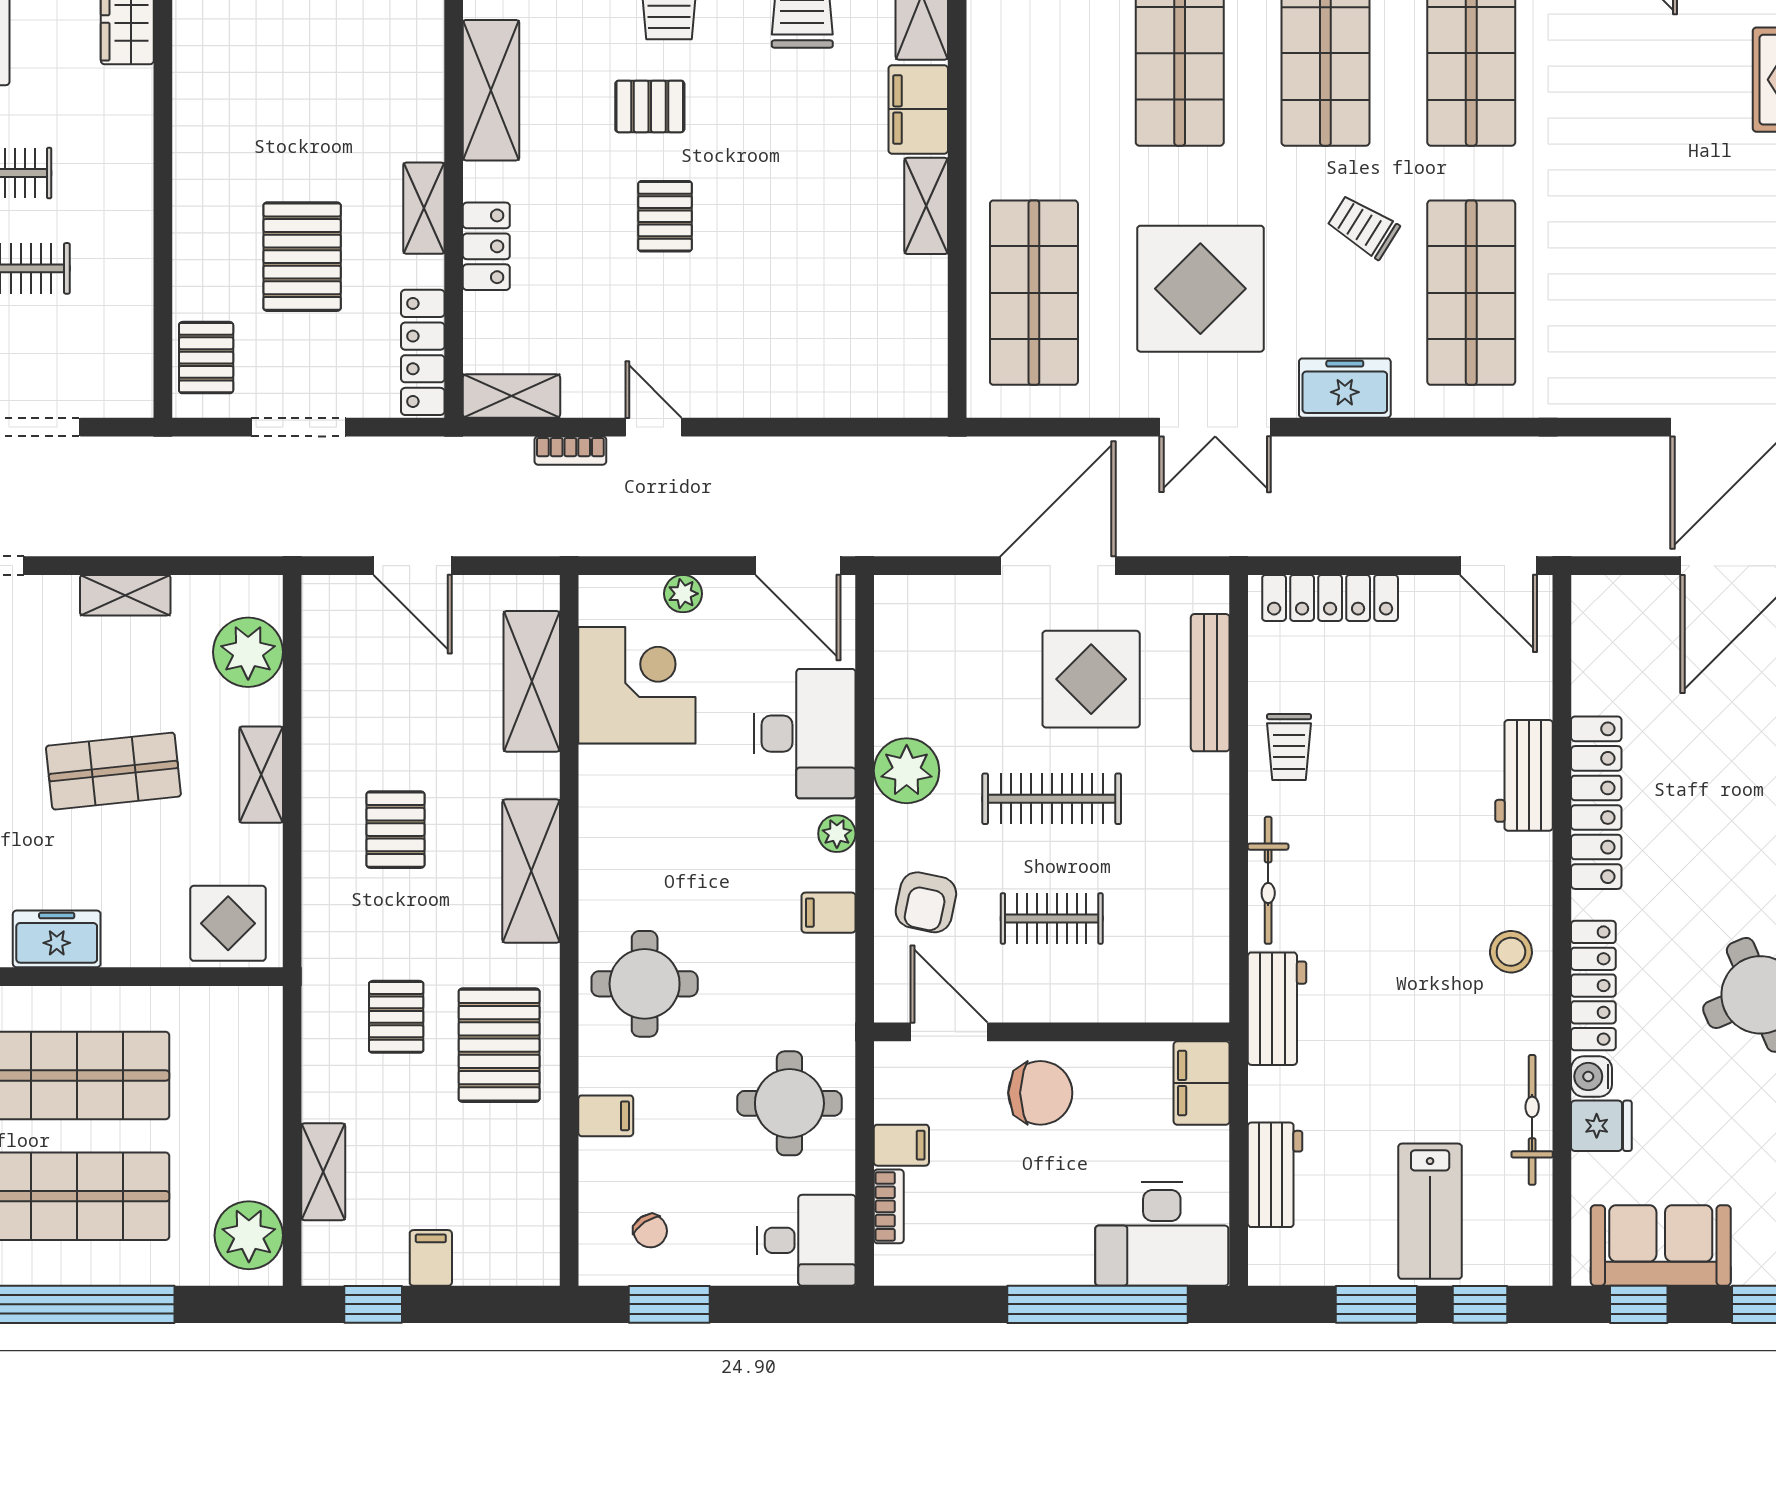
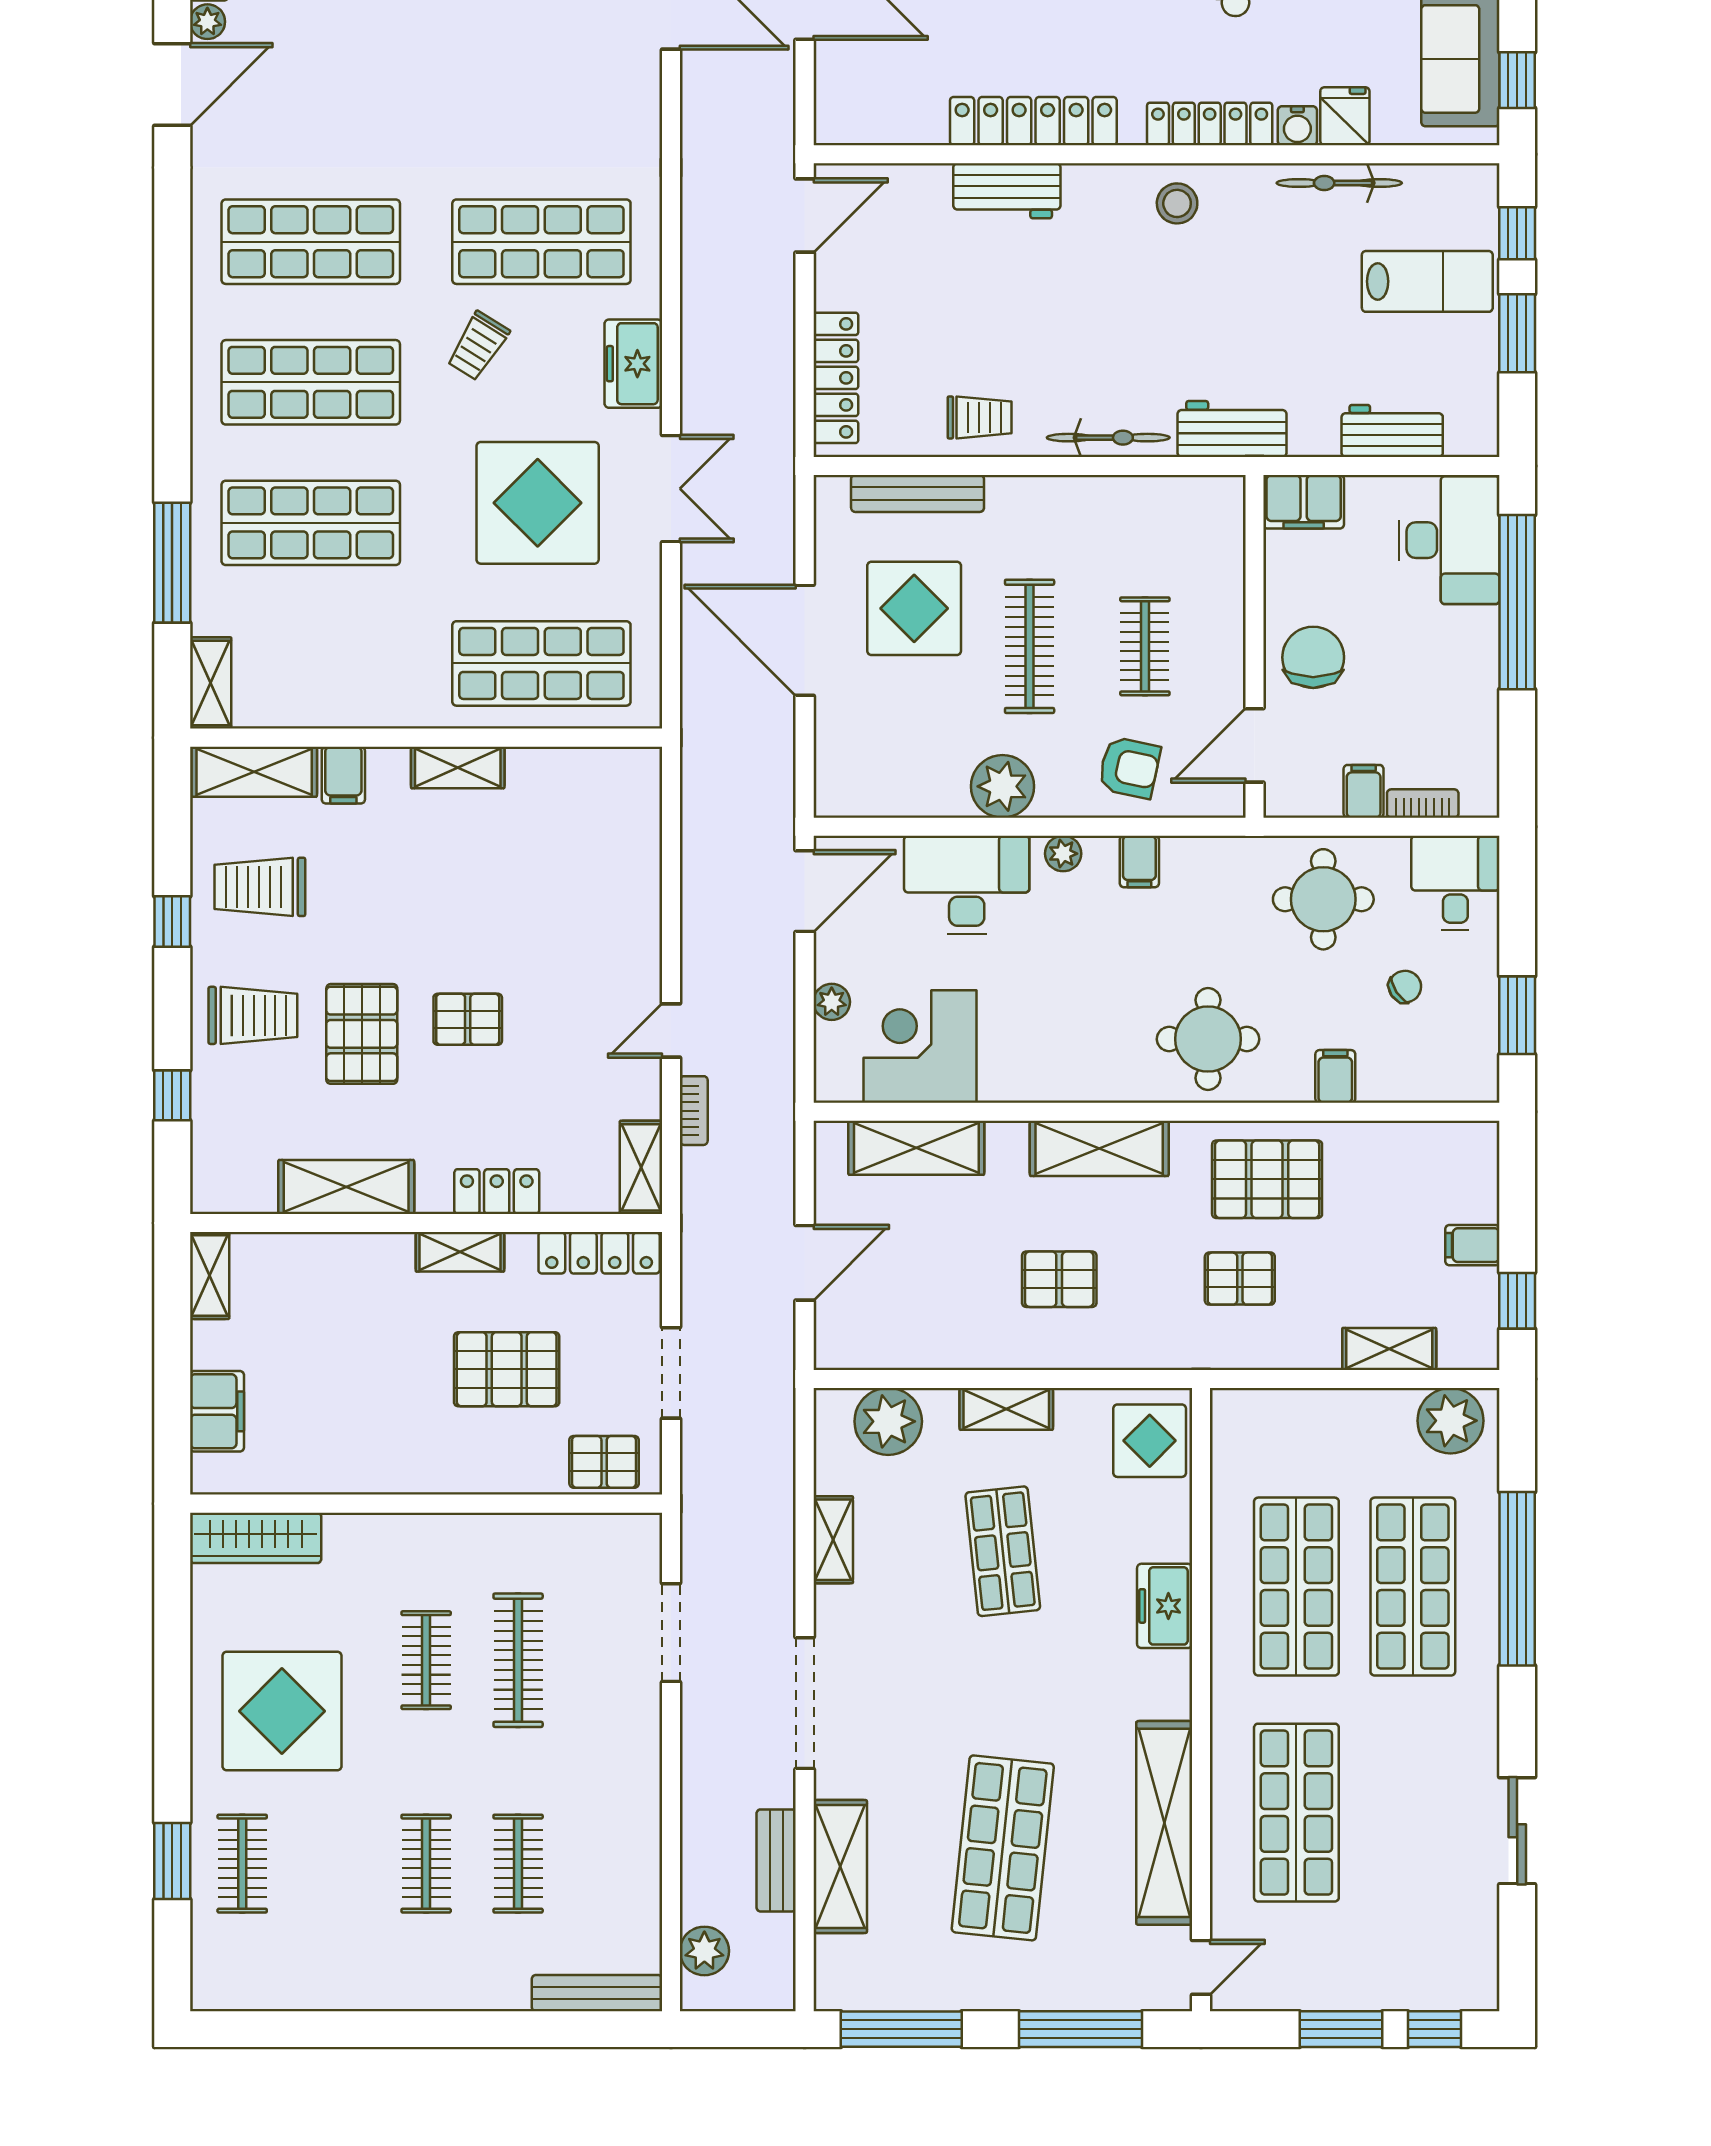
pallet: (650, 106) -> (362, 1034), width x1.50, depth x1.42
filing cabinet: (918, 109) -> (343, 775), width x0.50
chair: (650, 1231) -> (1405, 987), moved

